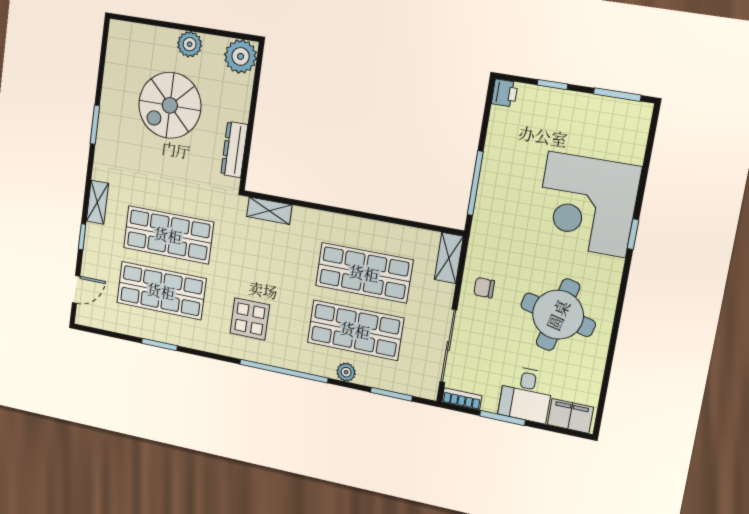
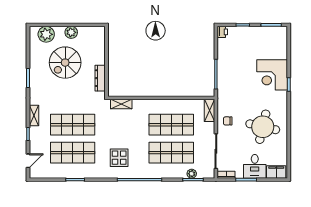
plant: (241, 56) -> (46, 34), moved
corner desk: (587, 204) -> (272, 75), width x0.74, depth x0.74
plant: (346, 372) -> (192, 174), moved

